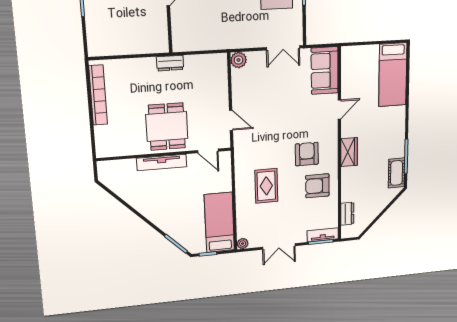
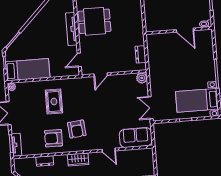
dresser: (170, 63) -> (141, 54), moved
dining table: (167, 127) -> (94, 21), moved
armchair: (307, 154) -> (77, 129), turned 84
rug: (266, 186) -> (54, 101), turned 90
armchair: (317, 186) -> (53, 138), turned -90
dresser: (347, 214) -> (45, 161), moved

